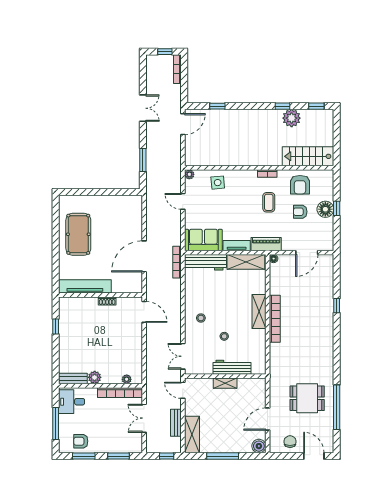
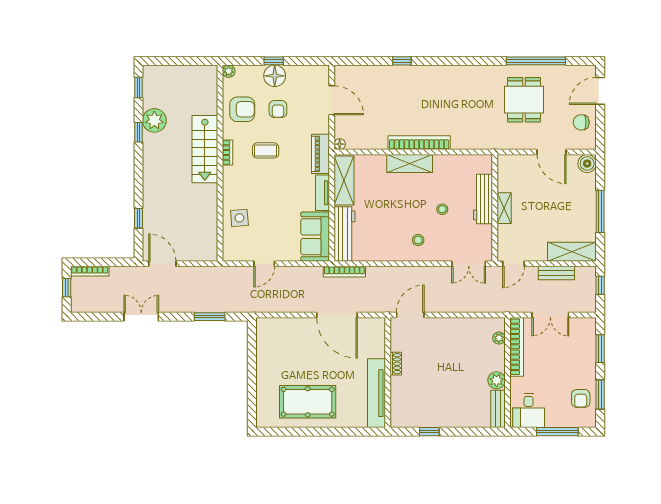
stairs: (308, 156) -> (205, 149), moved
plant: (189, 174) -> (229, 71), moved

